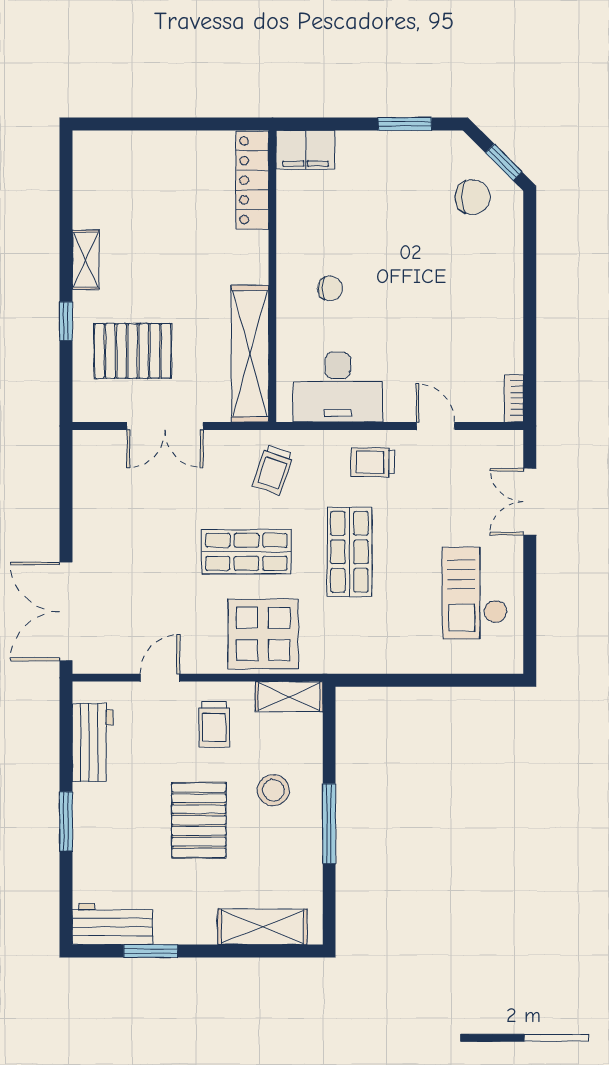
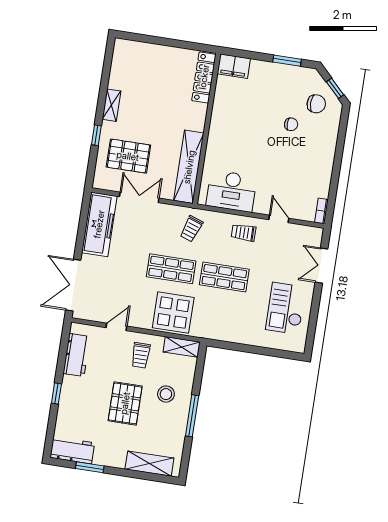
chair: (330, 288) -> (291, 124), moved
double door: (165, 426) -> (139, 197), swing flipped
freezer: (98, 489) -> (99, 224), added
shop shelf: (349, 552) -> (224, 277), turned 90
window: (66, 821) -> (56, 394), width x0.67

